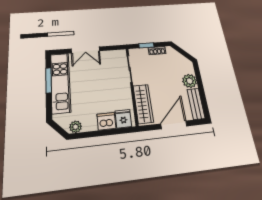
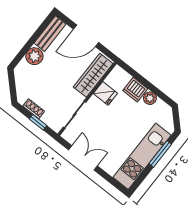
double door: (85, 50) -> (83, 158), moved
window: (49, 80) -> (160, 154), moved
fridge: (123, 119) -> (105, 93), moved, turned -90
plant: (76, 127) -> (150, 98), moved

